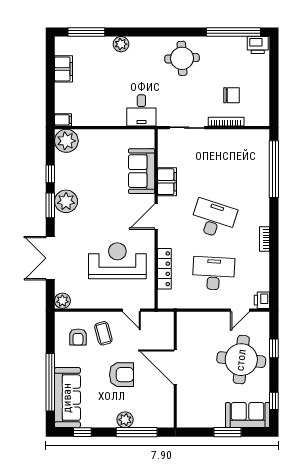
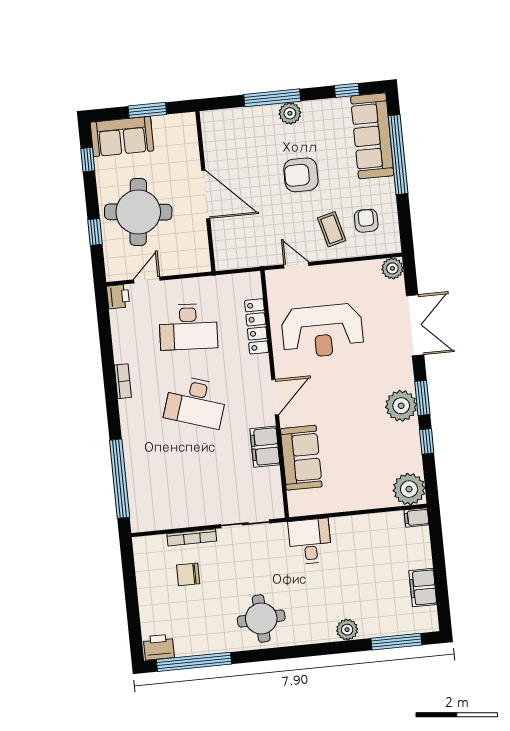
door: (175, 367) -> (206, 194), moved
wall: (175, 370) -> (205, 191), moved

